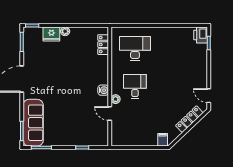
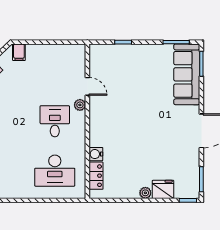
desk: (135, 87) -> (55, 121), turned 180
water cooler: (103, 90) -> (96, 154), moved

